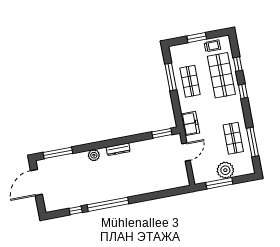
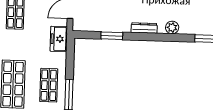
window: (162, 133) -> (112, 36), moved

